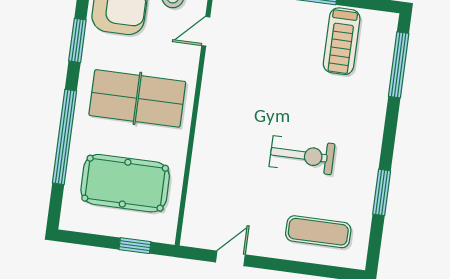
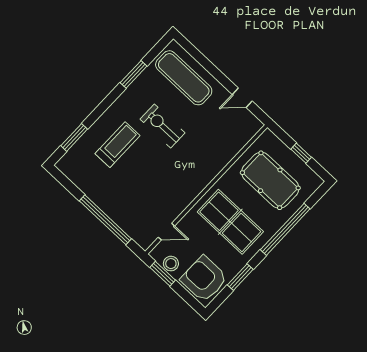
treadmill: (342, 41) -> (117, 145), moved
window: (399, 65) -> (74, 137), width x0.69
exercise mat: (318, 232) -> (184, 78), width x1.36, depth x1.45
window: (135, 246) -> (301, 153), moved

